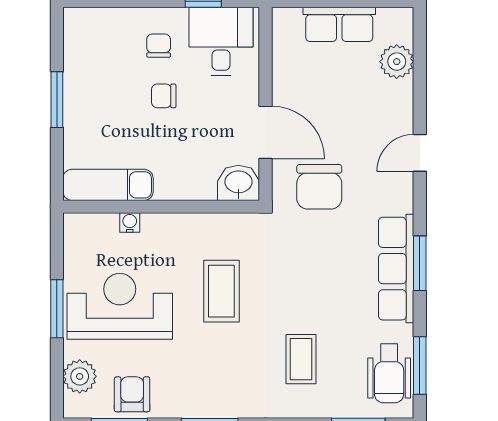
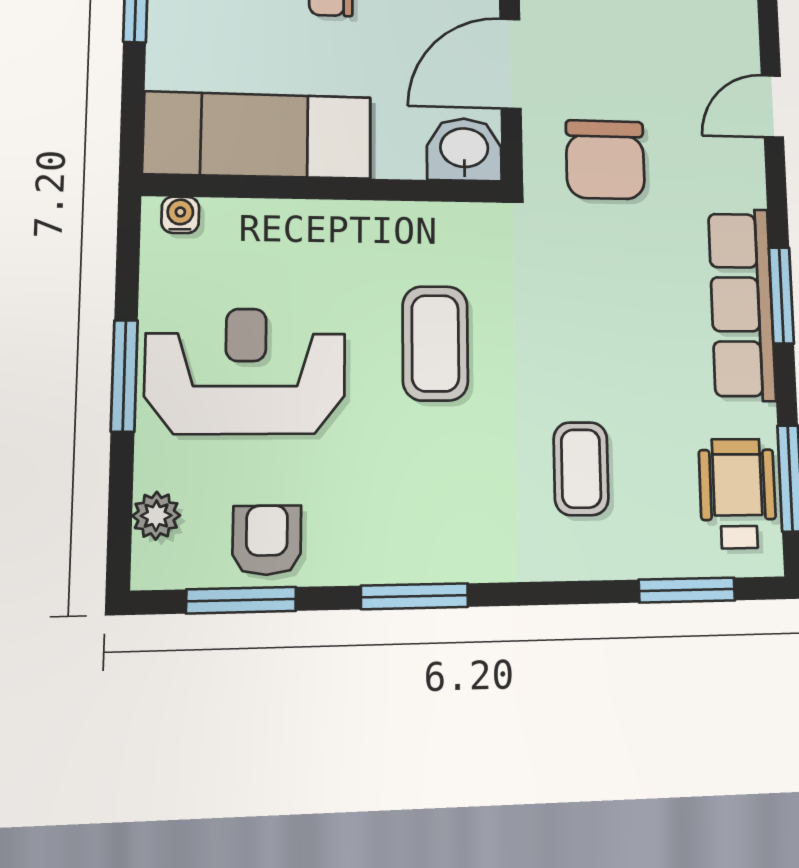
door: (266, 132) -> (510, 64), swing flipped
exam couch: (108, 185) -> (258, 135), width x1.36, depth x1.45
water cooler: (130, 223) -> (180, 215), moved
wheelchair: (389, 373) -> (738, 493), turned 180
plant: (80, 376) -> (156, 516), width x0.73, depth x0.73

